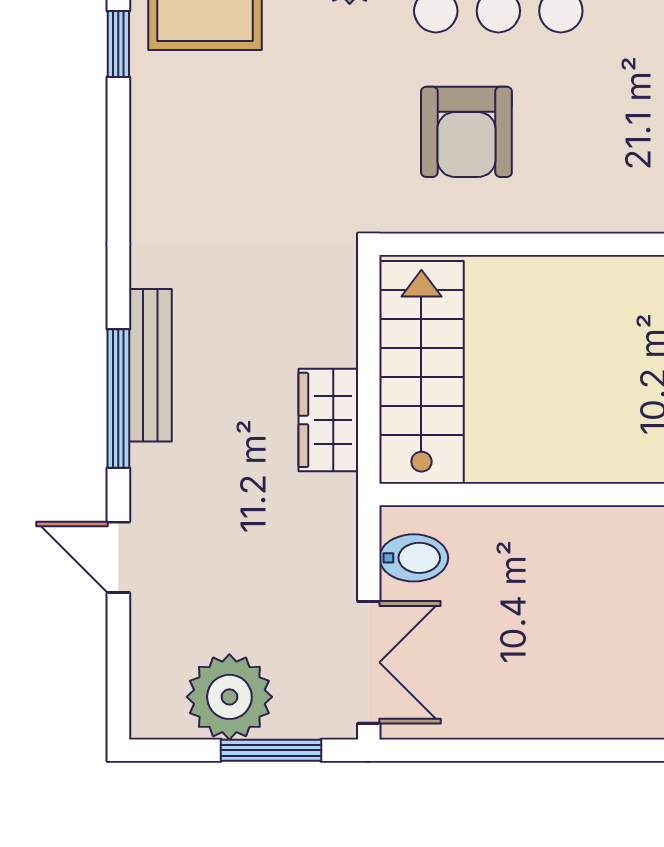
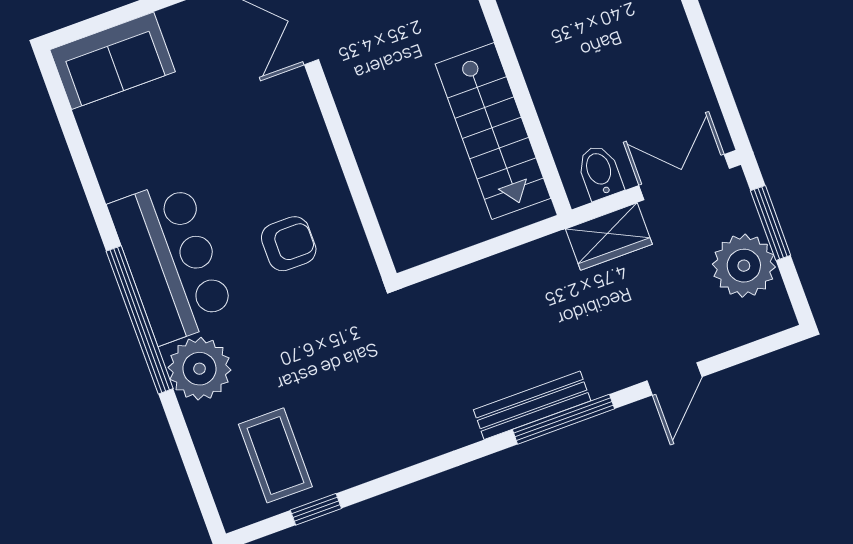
armchair: (466, 132) -> (289, 244), width x0.72, depth x0.72
stairs: (421, 372) -> (493, 131), moved, turned -90
wardrobe: (328, 420) -> (609, 237), moved

